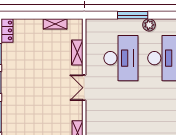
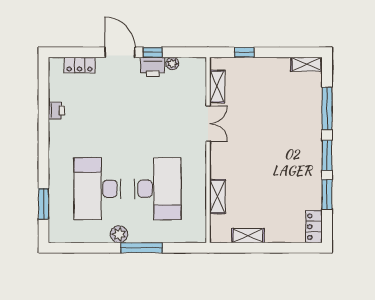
desk: (121, 58) -> (158, 189), turned 180
double door: (84, 88) -> (208, 124), moved

